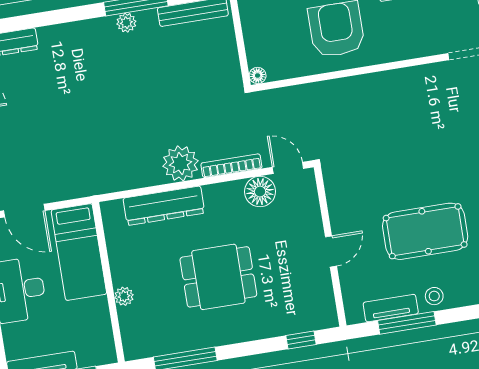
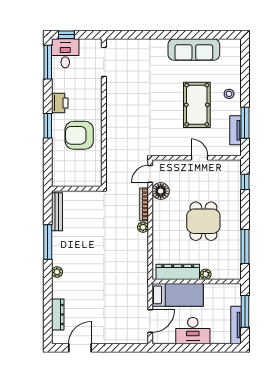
plant: (126, 23) -> (57, 272), moved
floor lamp: (258, 76) -> (97, 182), removed
plant: (181, 163) -> (143, 227), width x0.53, depth x0.53
dresser: (164, 206) -> (178, 272), moved, turned -90
stool: (434, 296) -> (229, 94), moved

